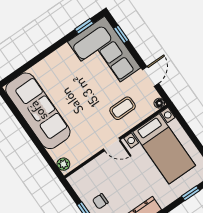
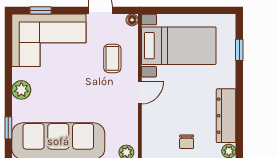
window: (84, 26) -> (8, 128), moved
plant: (56, 60) -> (21, 90), added

